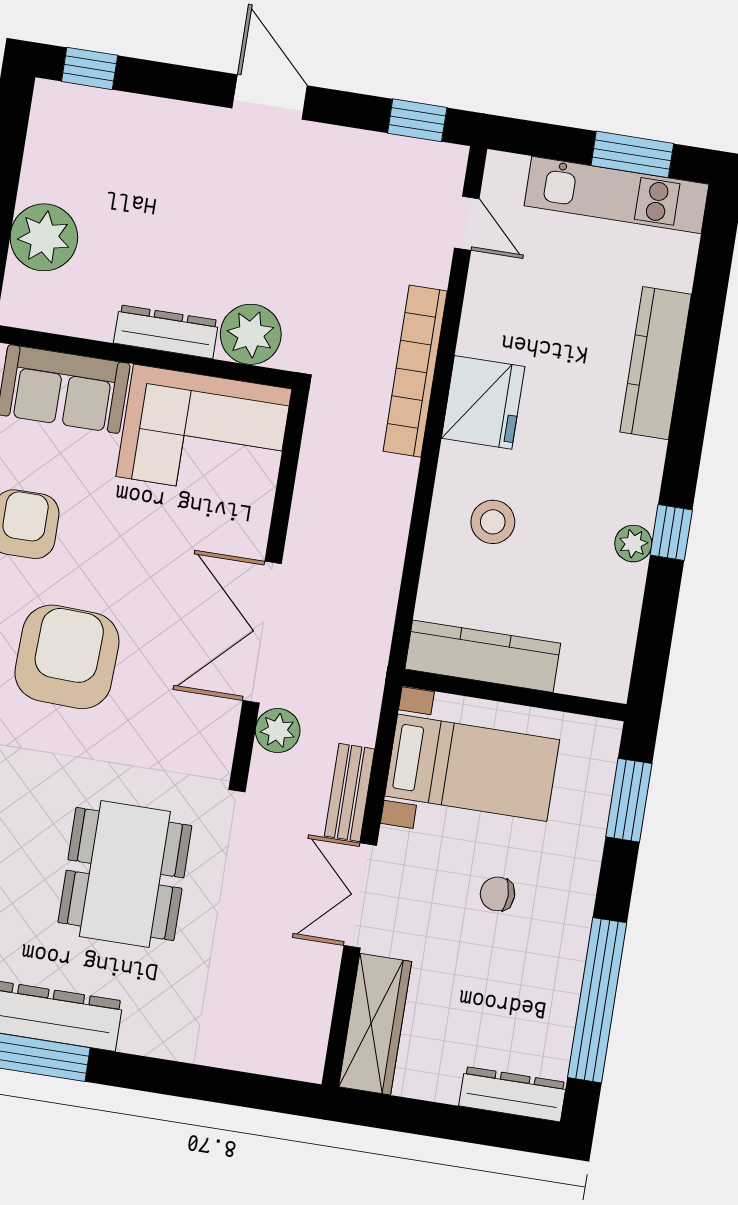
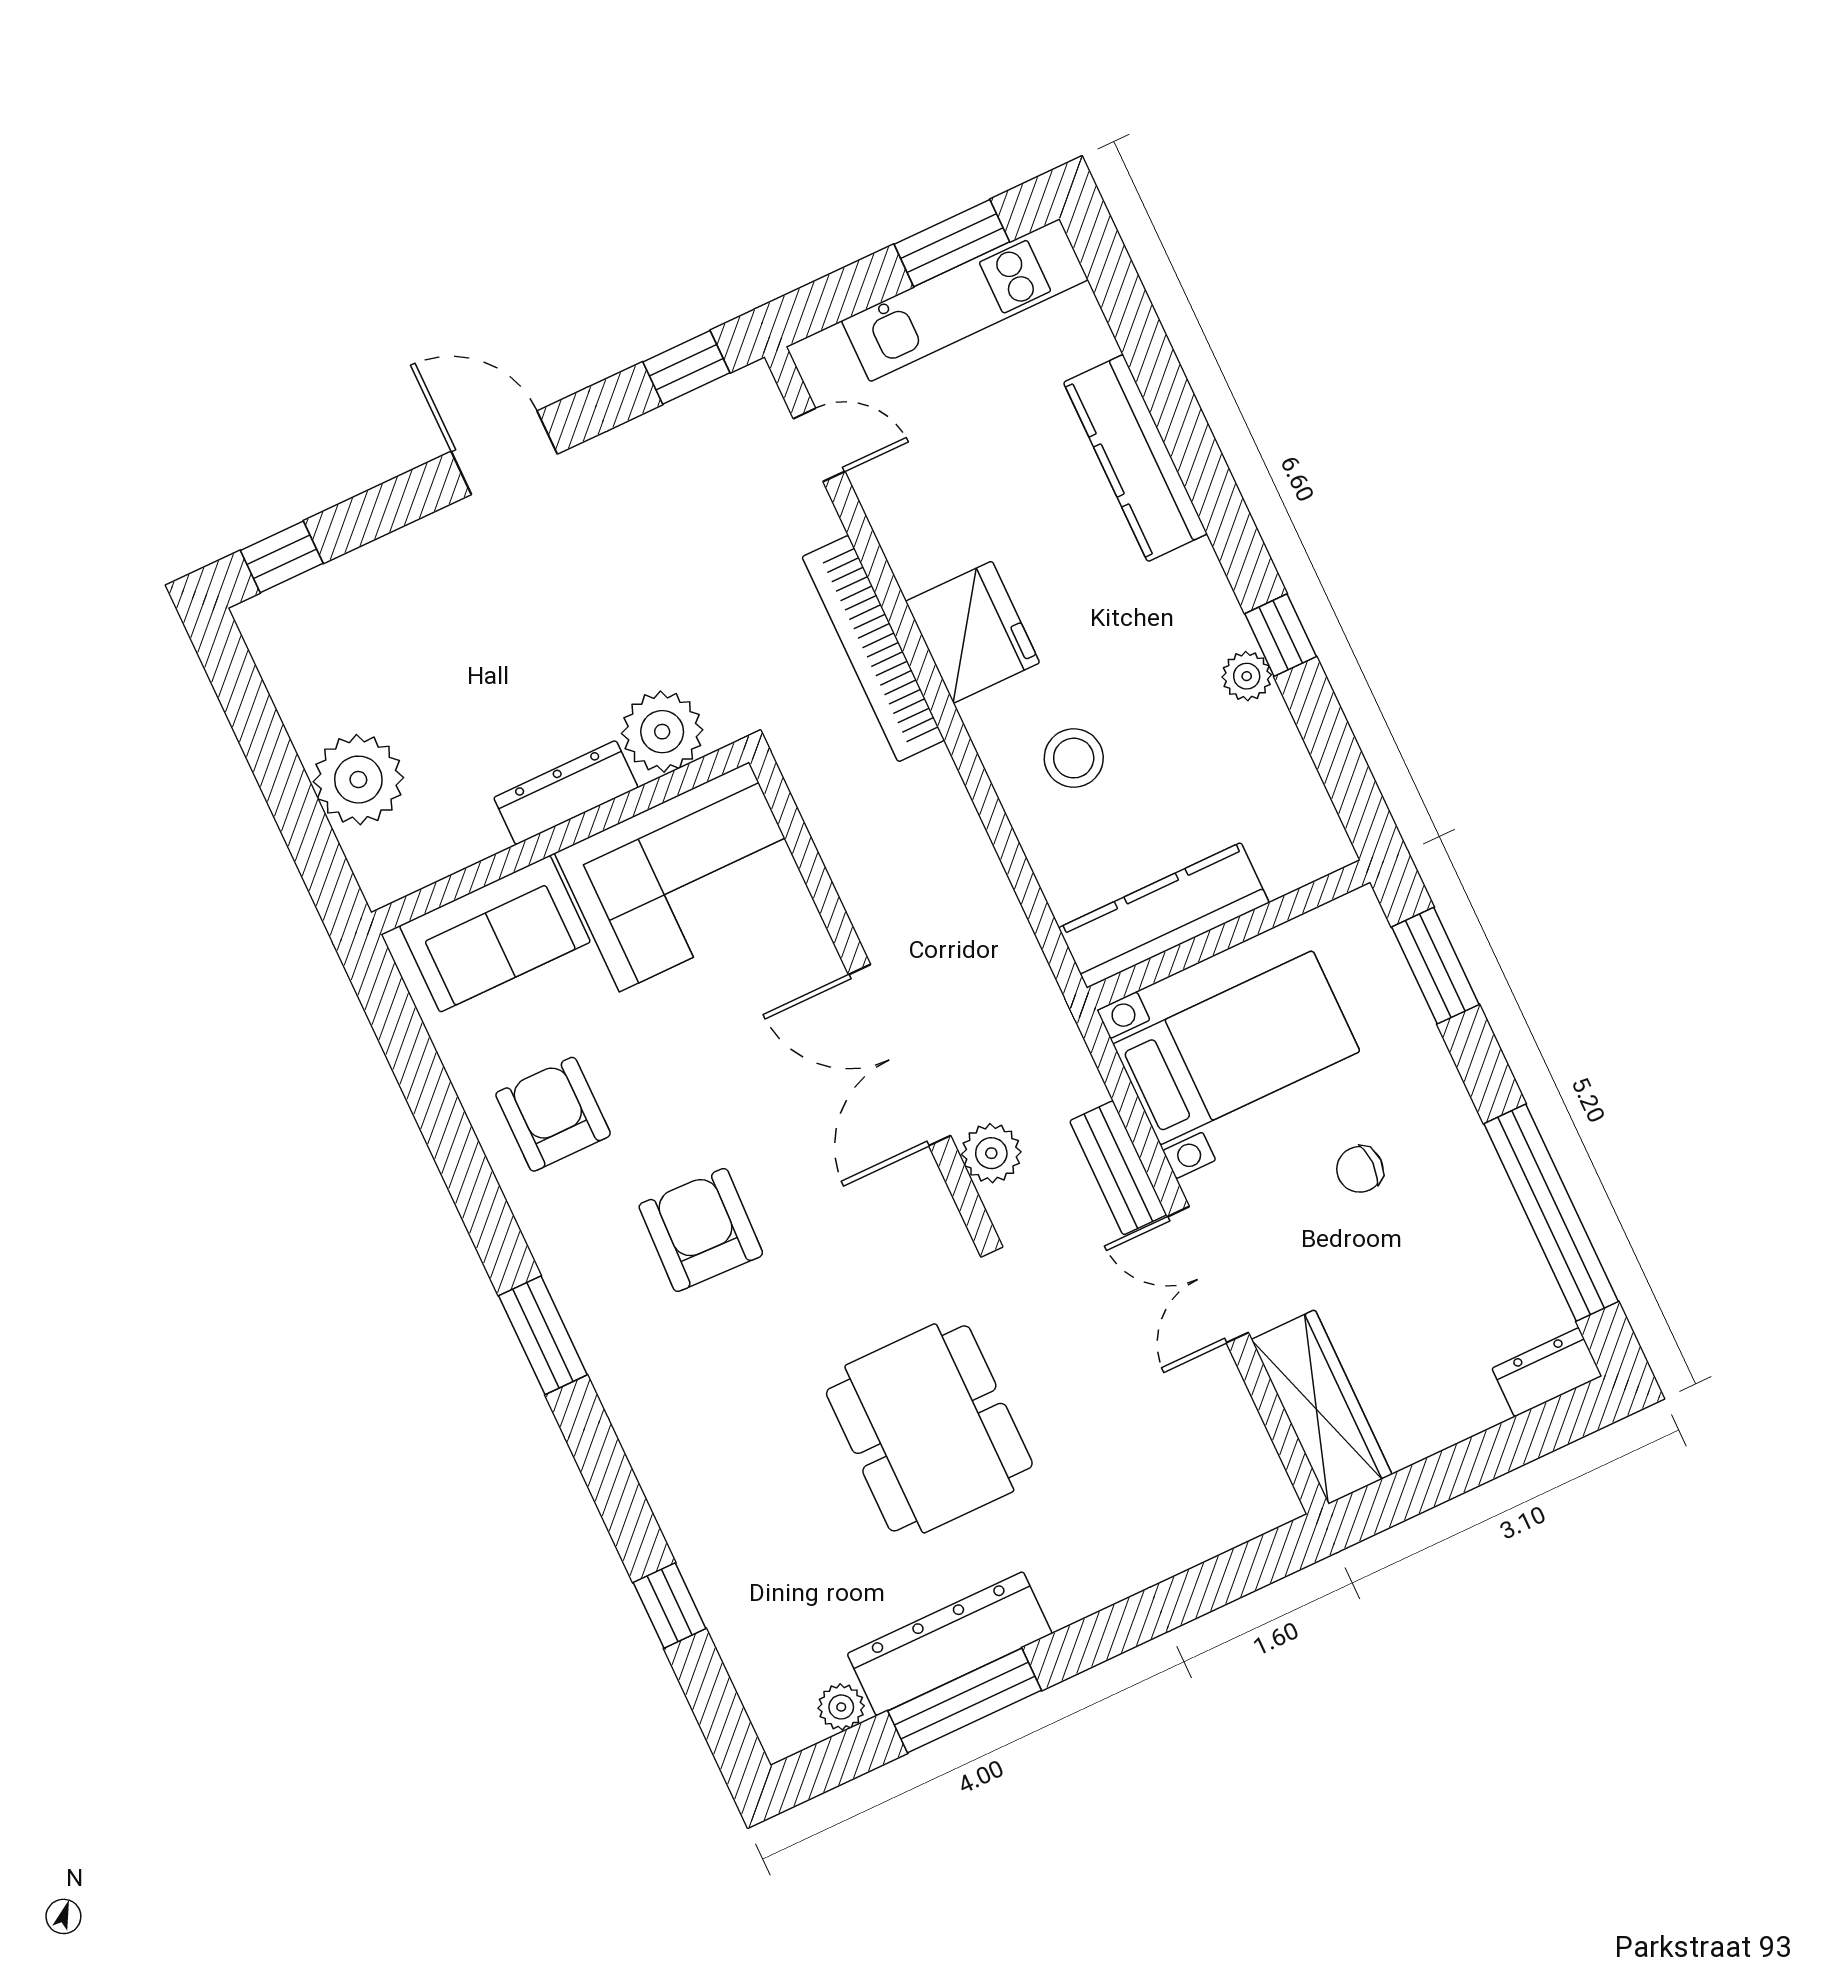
armchair: (67, 657) -> (701, 1230), width x0.73, depth x0.73
dresser: (513, 1094) -> (1547, 1372), width x0.70

